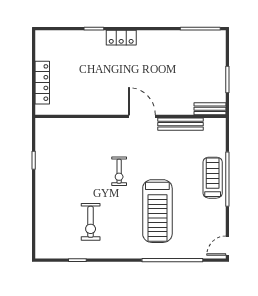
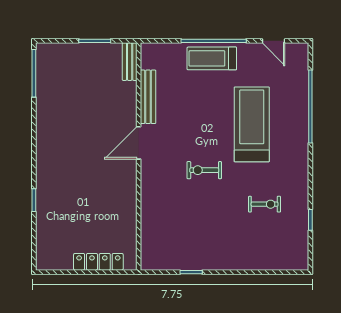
locker: (121, 38) -> (45, 168), removed
exercise bike: (119, 171) -> (204, 170), turned 180
treadmill: (157, 211) -> (252, 124), turned -90
exercise bike: (91, 222) -> (265, 204), width x0.73, depth x0.72
door: (227, 246) -> (274, 41), moved

